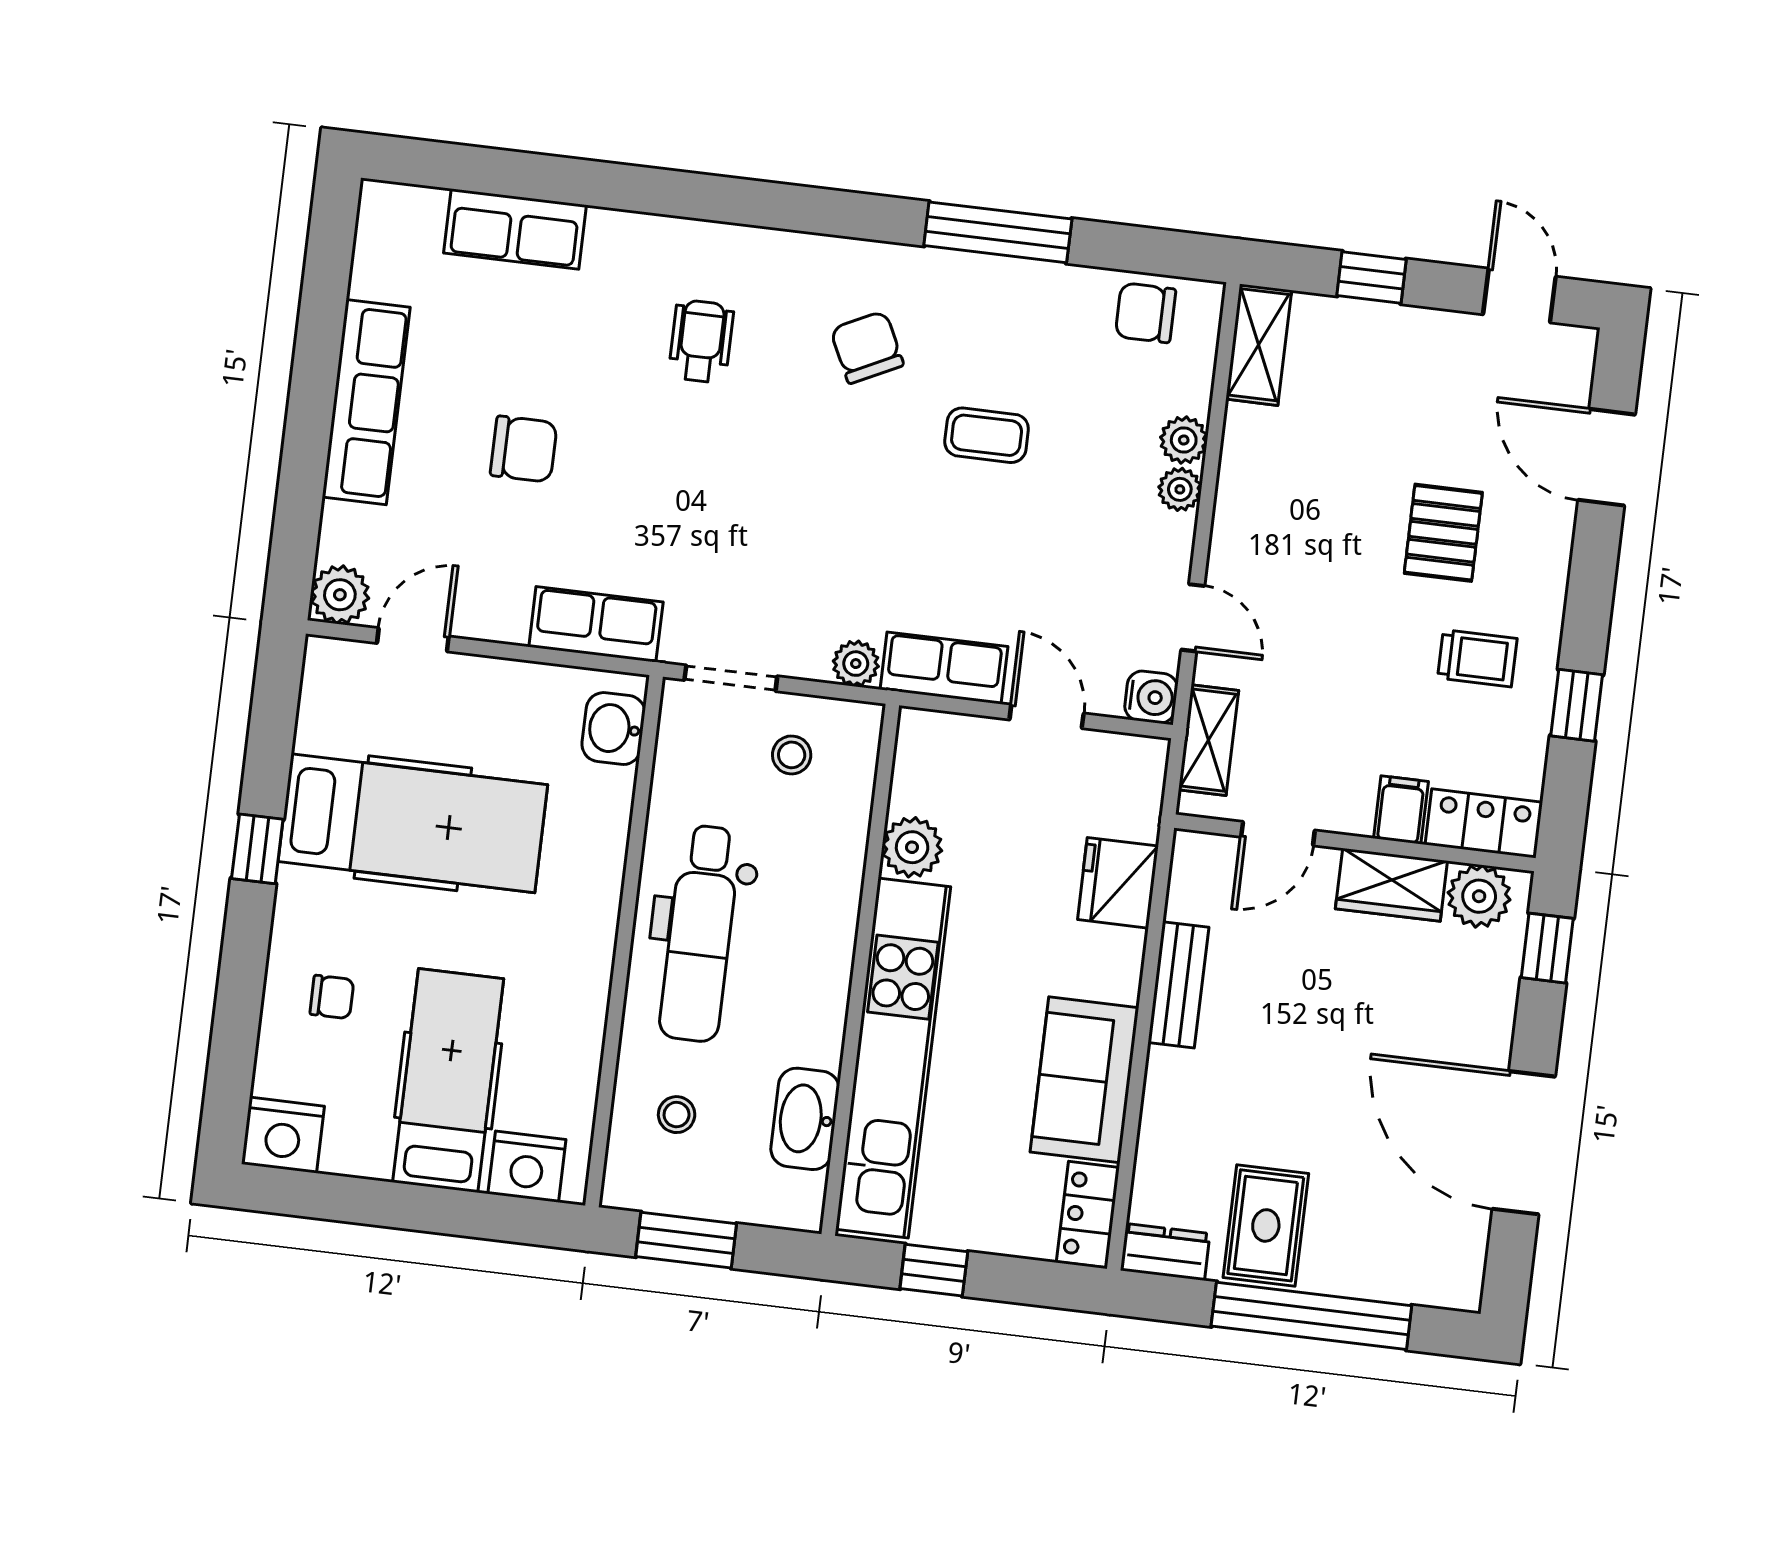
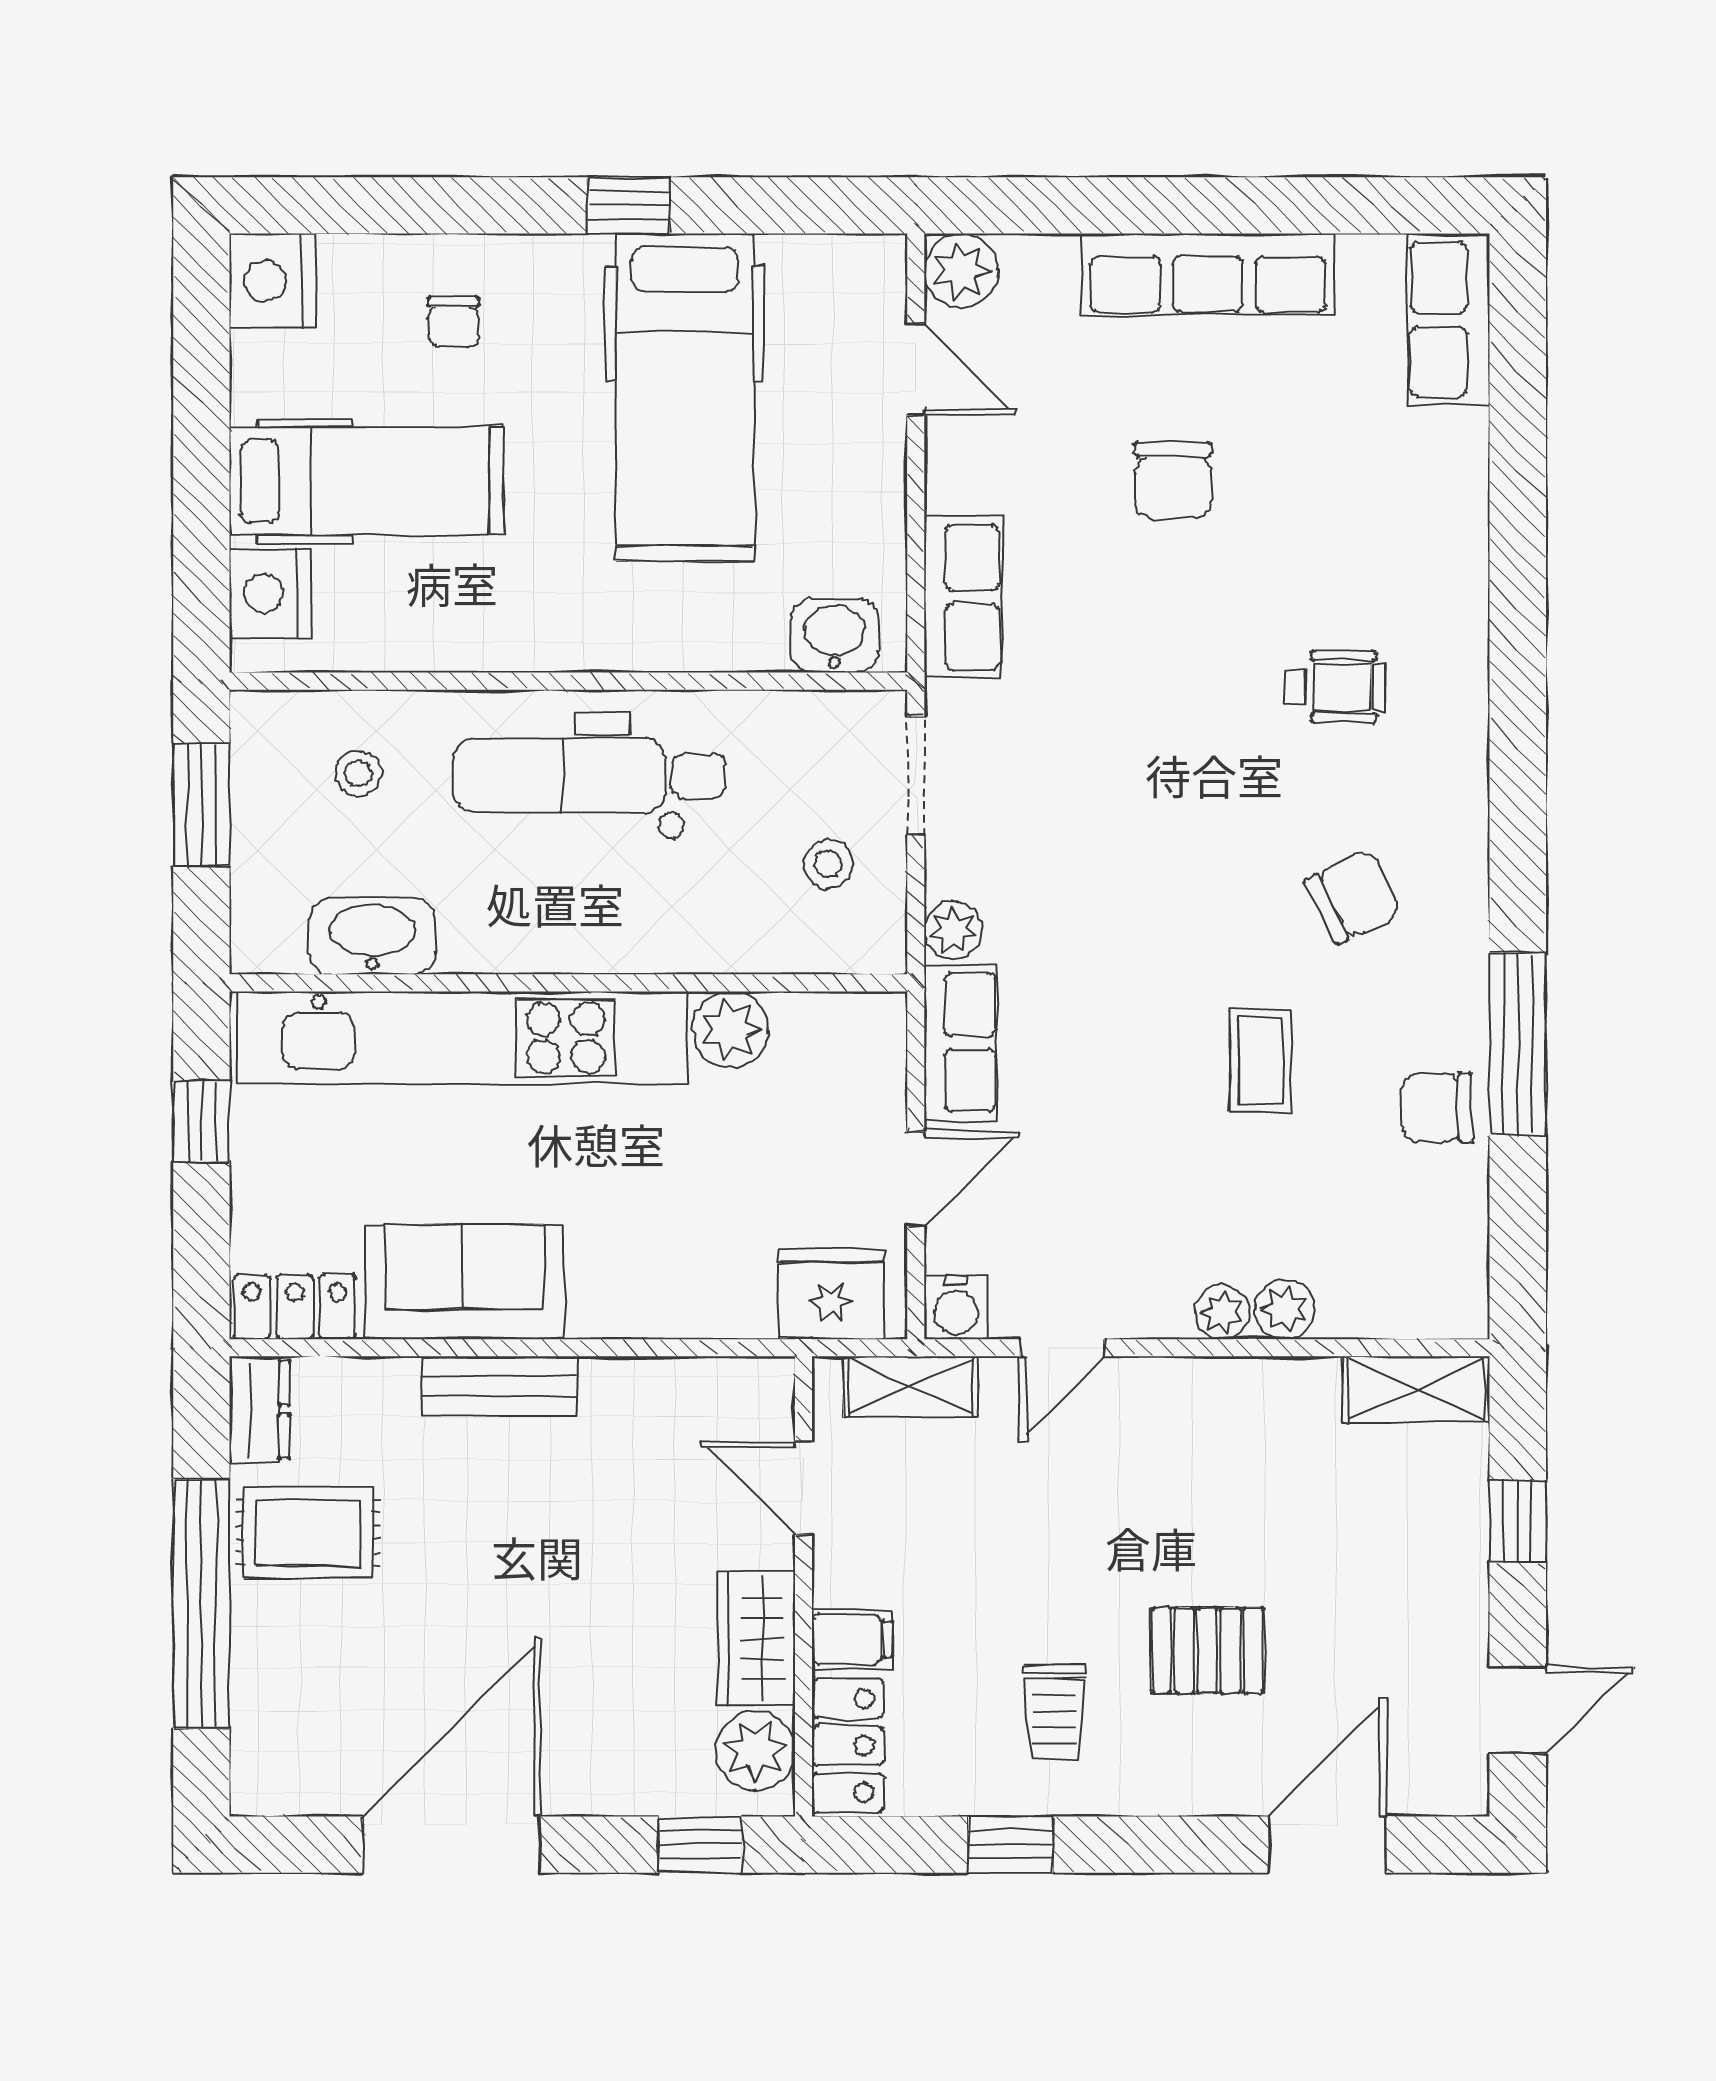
row of seats: (515, 229) -> (1448, 320), moved
chair: (1145, 313) -> (1437, 1108), moved, turned -90
fridge: (1118, 883) -> (831, 1294), moved
bench: (1178, 985) -> (499, 1386), moved

